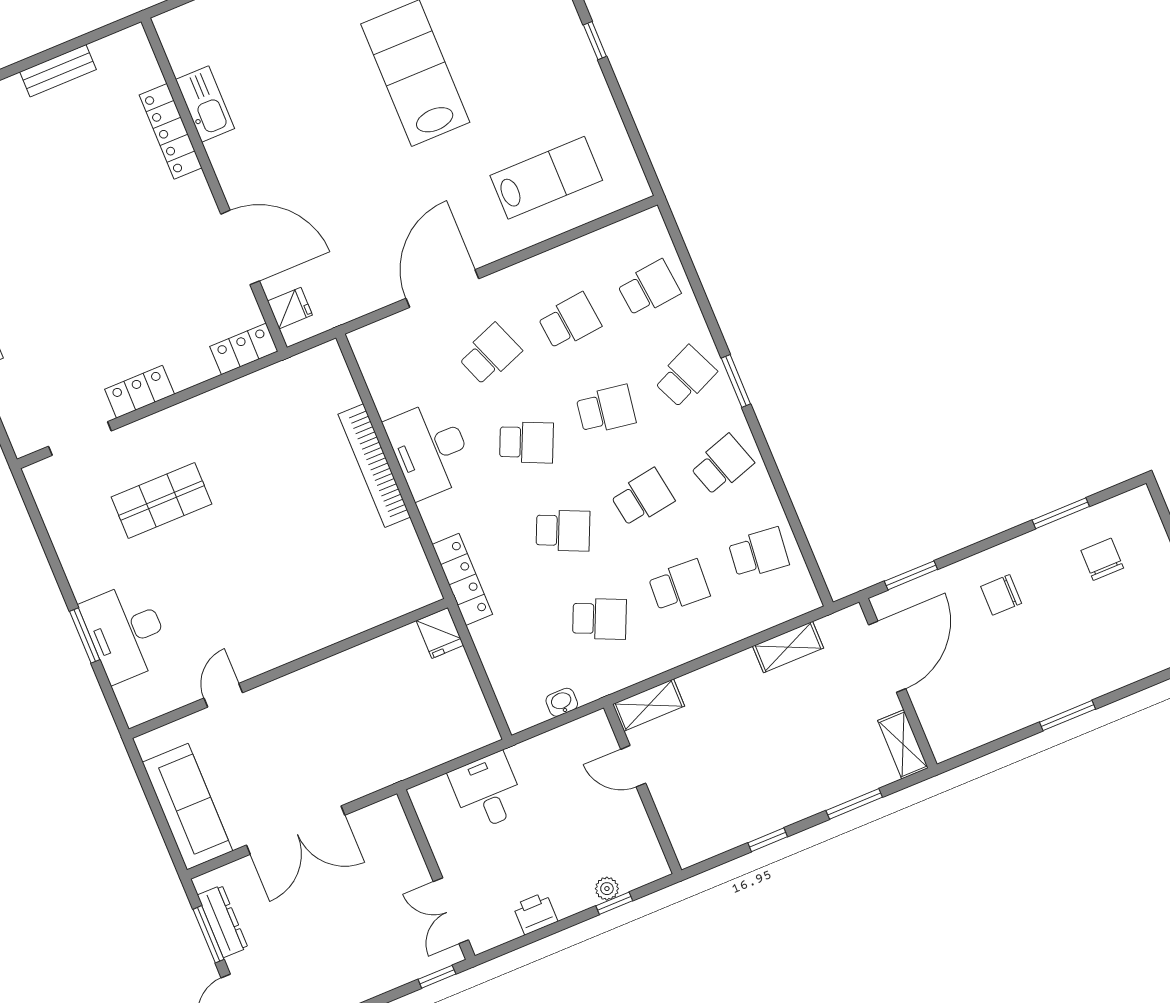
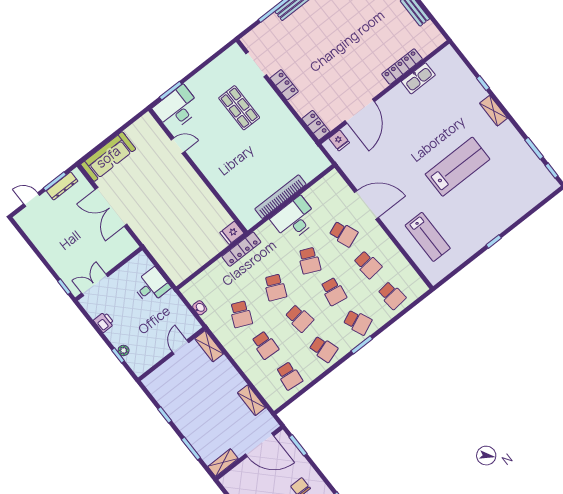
fridge: (440, 633) -> (232, 233), moved
wall: (288, 668) -> (198, 171), moved
door: (223, 695) -> (178, 146), moved

